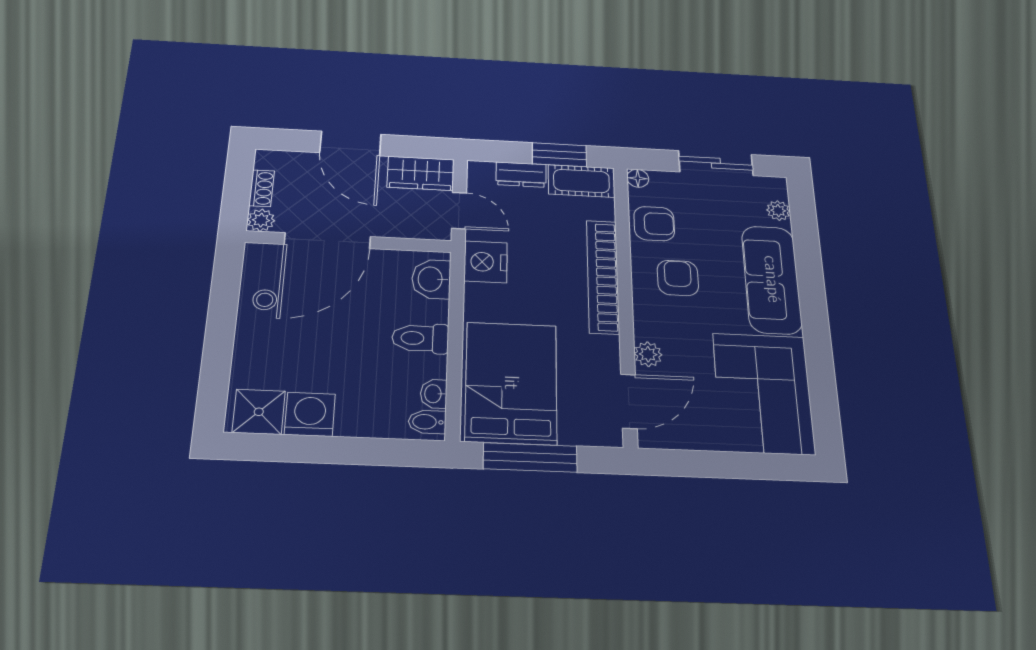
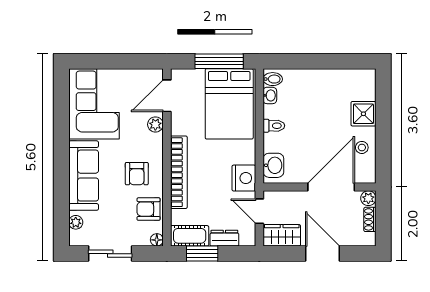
toilet: (420, 338) -> (274, 126), width x0.73, depth x0.72
shower: (259, 412) -> (363, 114), moved
washing machine: (310, 414) -> (333, 81), removed

